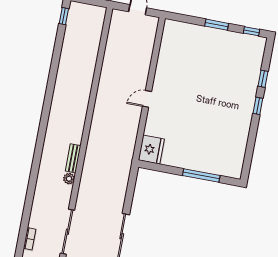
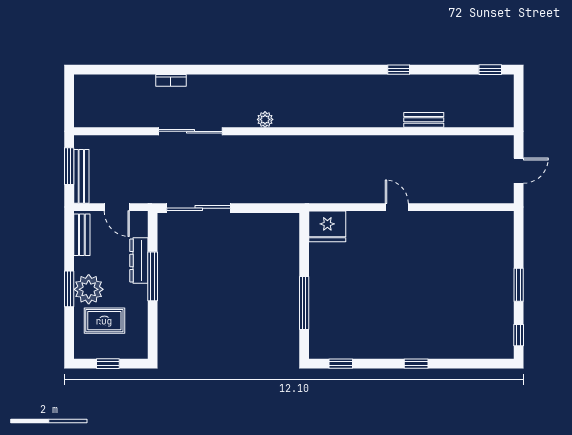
window: (263, 79) -> (341, 364), moved
window: (52, 80) -> (399, 70), added
bench: (73, 158) -> (424, 120), moved

